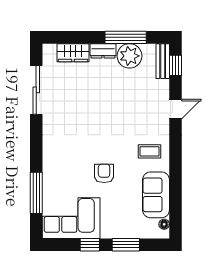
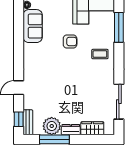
coffee table: (150, 151) -> (100, 54), moved
armchair: (104, 173) -> (70, 41), turned -90

